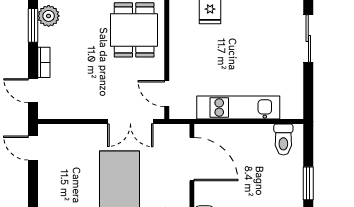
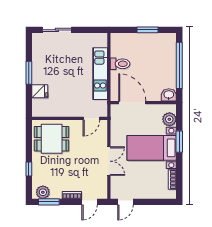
double door: (130, 122) -> (109, 161), moved
toilet: (283, 139) -> (120, 64), moved
door: (192, 159) -> (132, 103), hinge flipped

